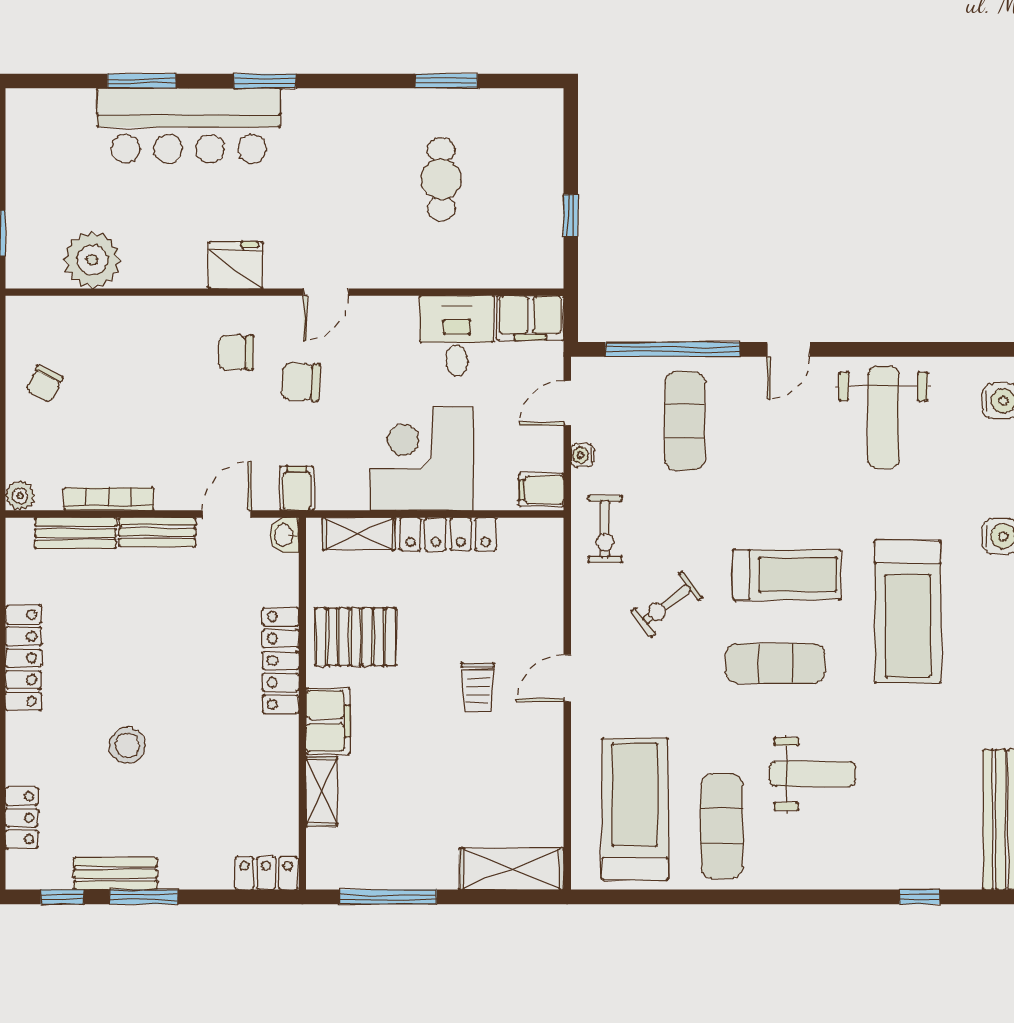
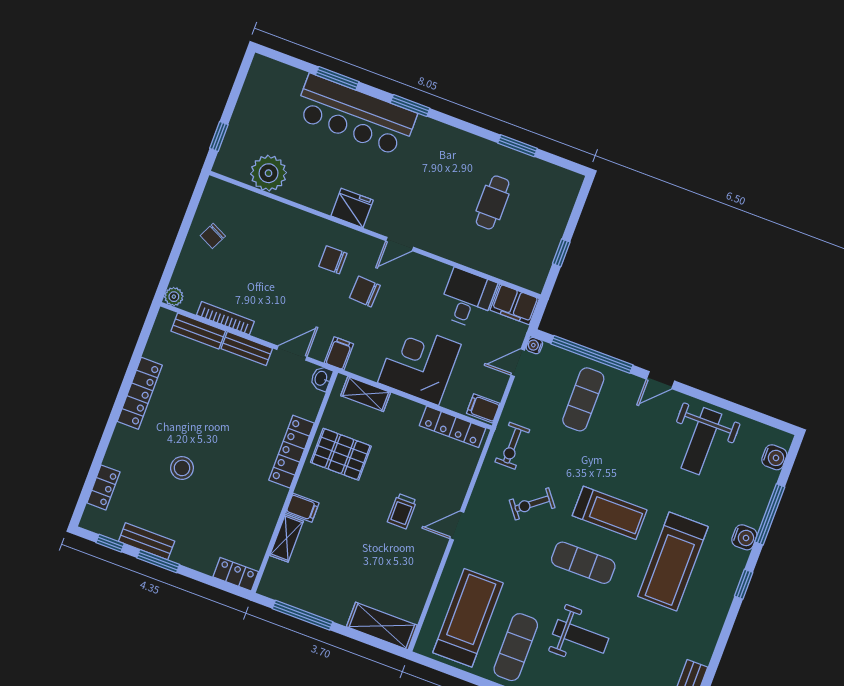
water cooler: (582, 455) -> (534, 346), moved
locker: (448, 534) -> (453, 427), moved
filing cabinet: (328, 721) -> (302, 508), width x0.50

